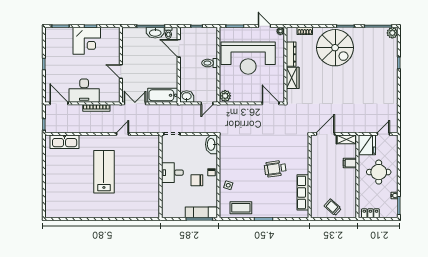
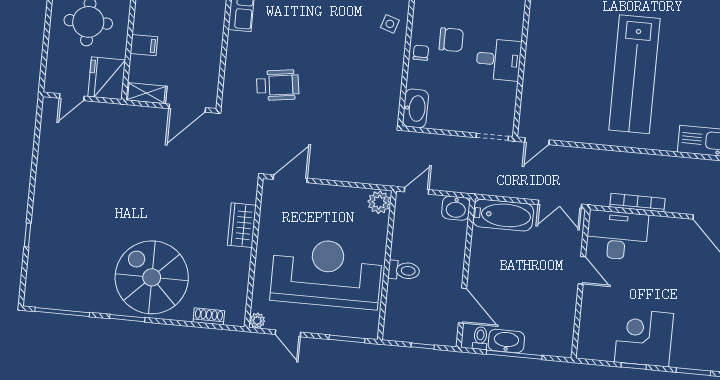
plant: (392, 33) -> (35, 296), removed
dresser: (291, 54) -> (240, 273), removed
desk: (84, 91) -> (617, 235), moved
door: (271, 103) -> (290, 179), swing flipped
door: (122, 134) -> (537, 141), moved
wheelchair: (275, 169) -> (278, 85), moved
lab bench: (104, 172) -> (634, 74), width x1.36

